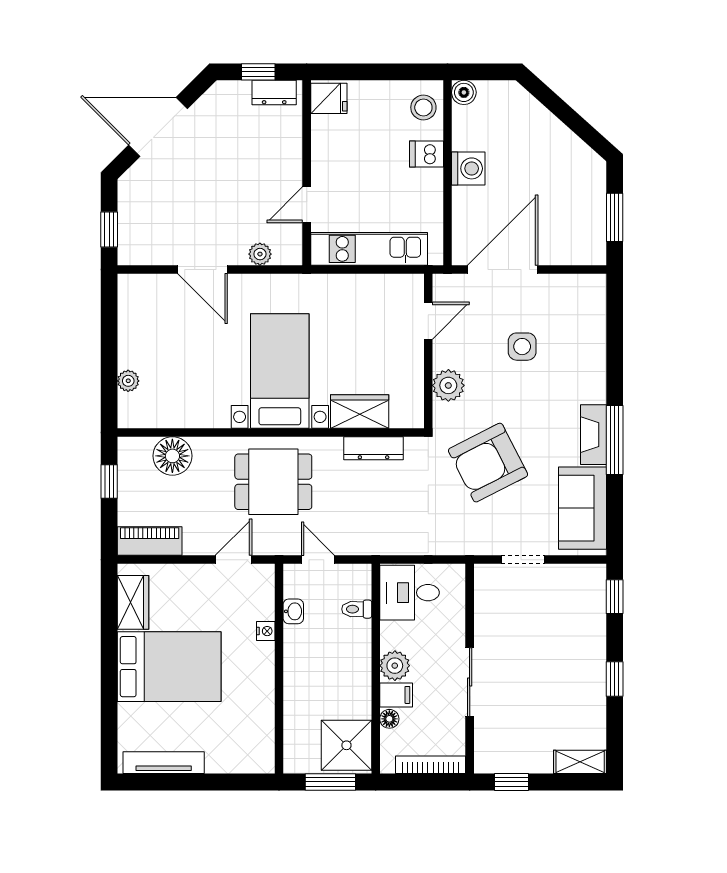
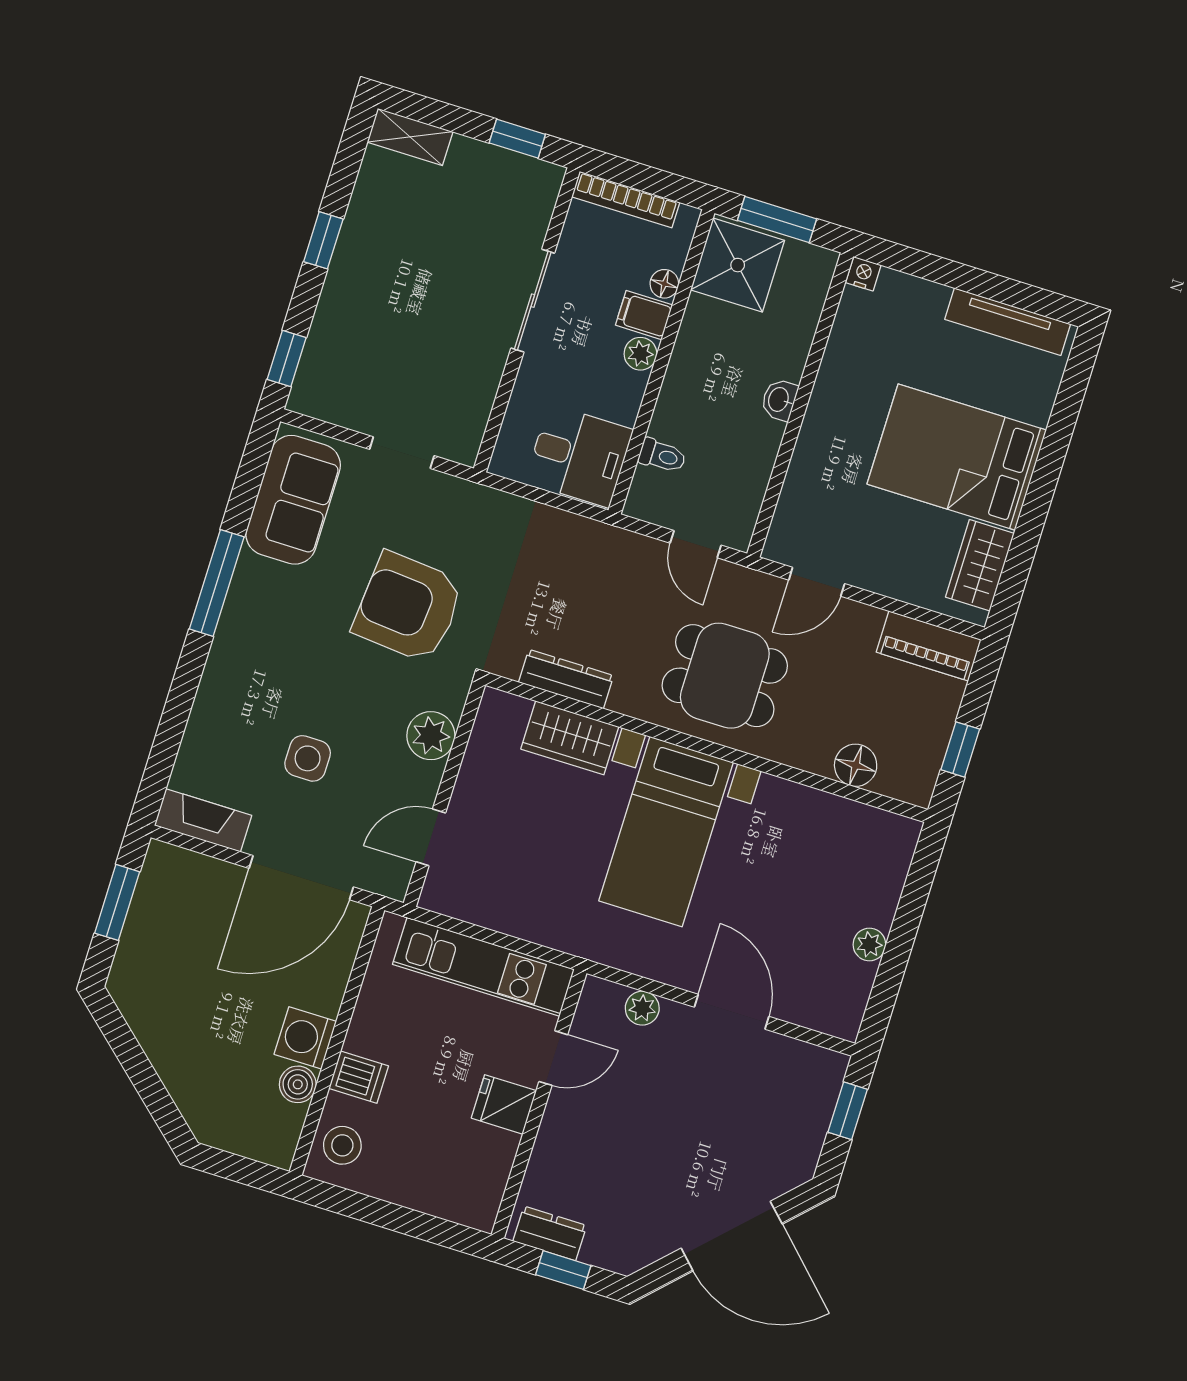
boiler: (464, 92) -> (298, 1084), moved
fridge: (329, 98) -> (504, 1104), moved
plant: (128, 381) -> (869, 944), moved
fireplace: (594, 435) -> (203, 820), moved, turned -90
floor lamp: (172, 456) -> (856, 765), width x0.73, depth x0.73
armchair: (488, 463) -> (408, 607), turned -148
washbasin: (293, 611) -> (779, 400), moved
nightstand: (266, 631) -> (863, 274), moved, turned 90
plant: (395, 666) -> (640, 354), width x0.73, depth x0.73

